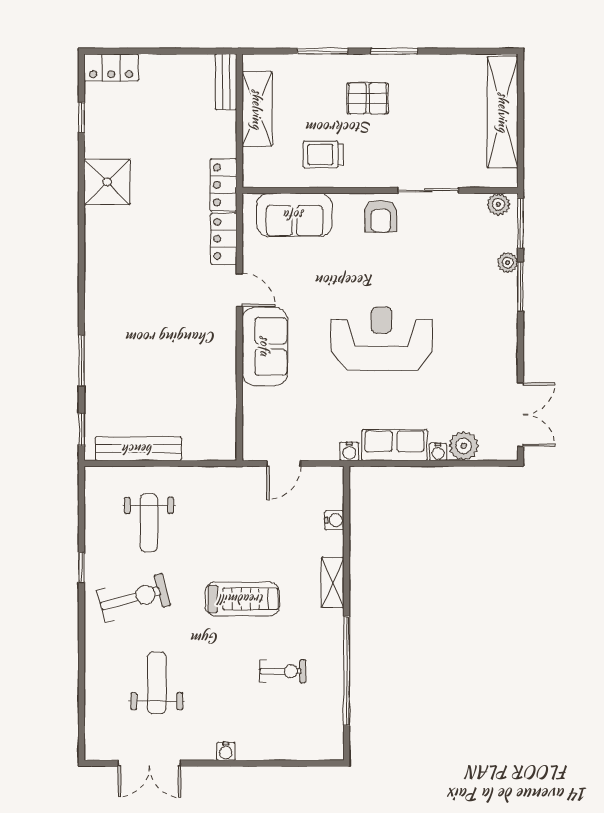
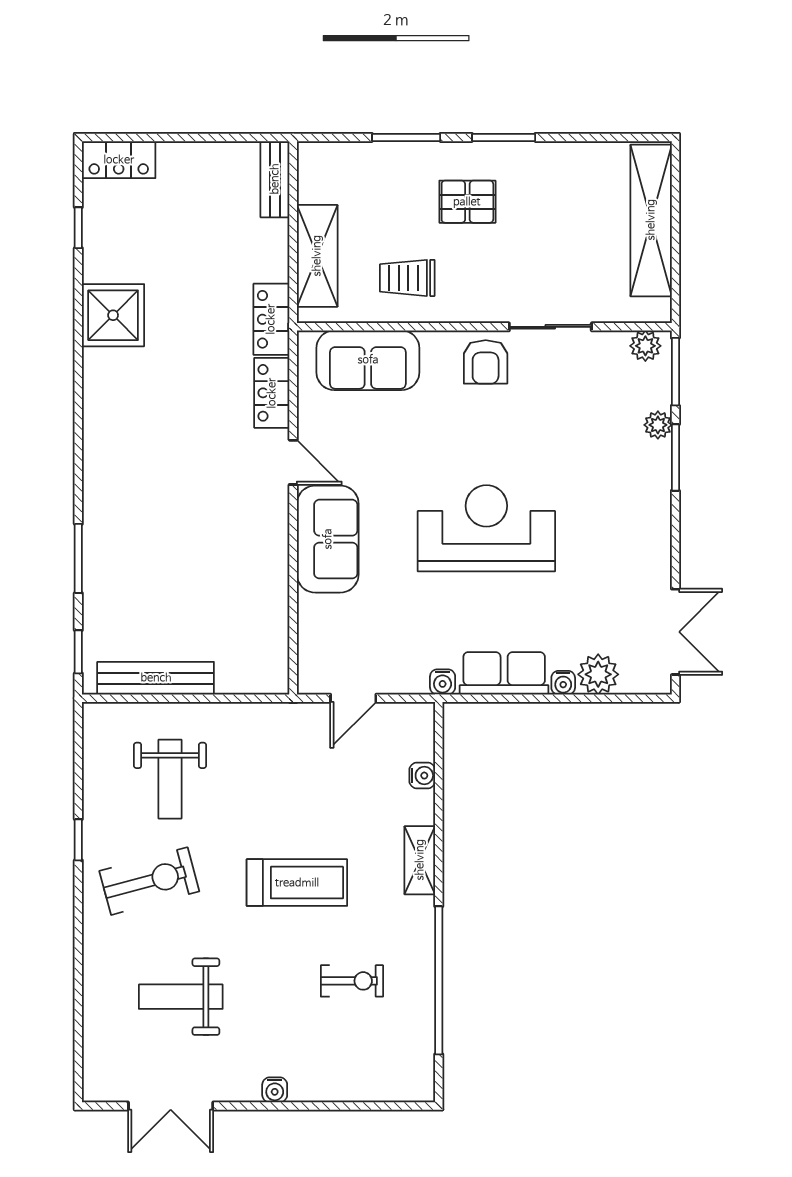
shelving: (257, 109) -> (317, 256), moved
weight bench: (157, 683) -> (181, 997), turned -90

